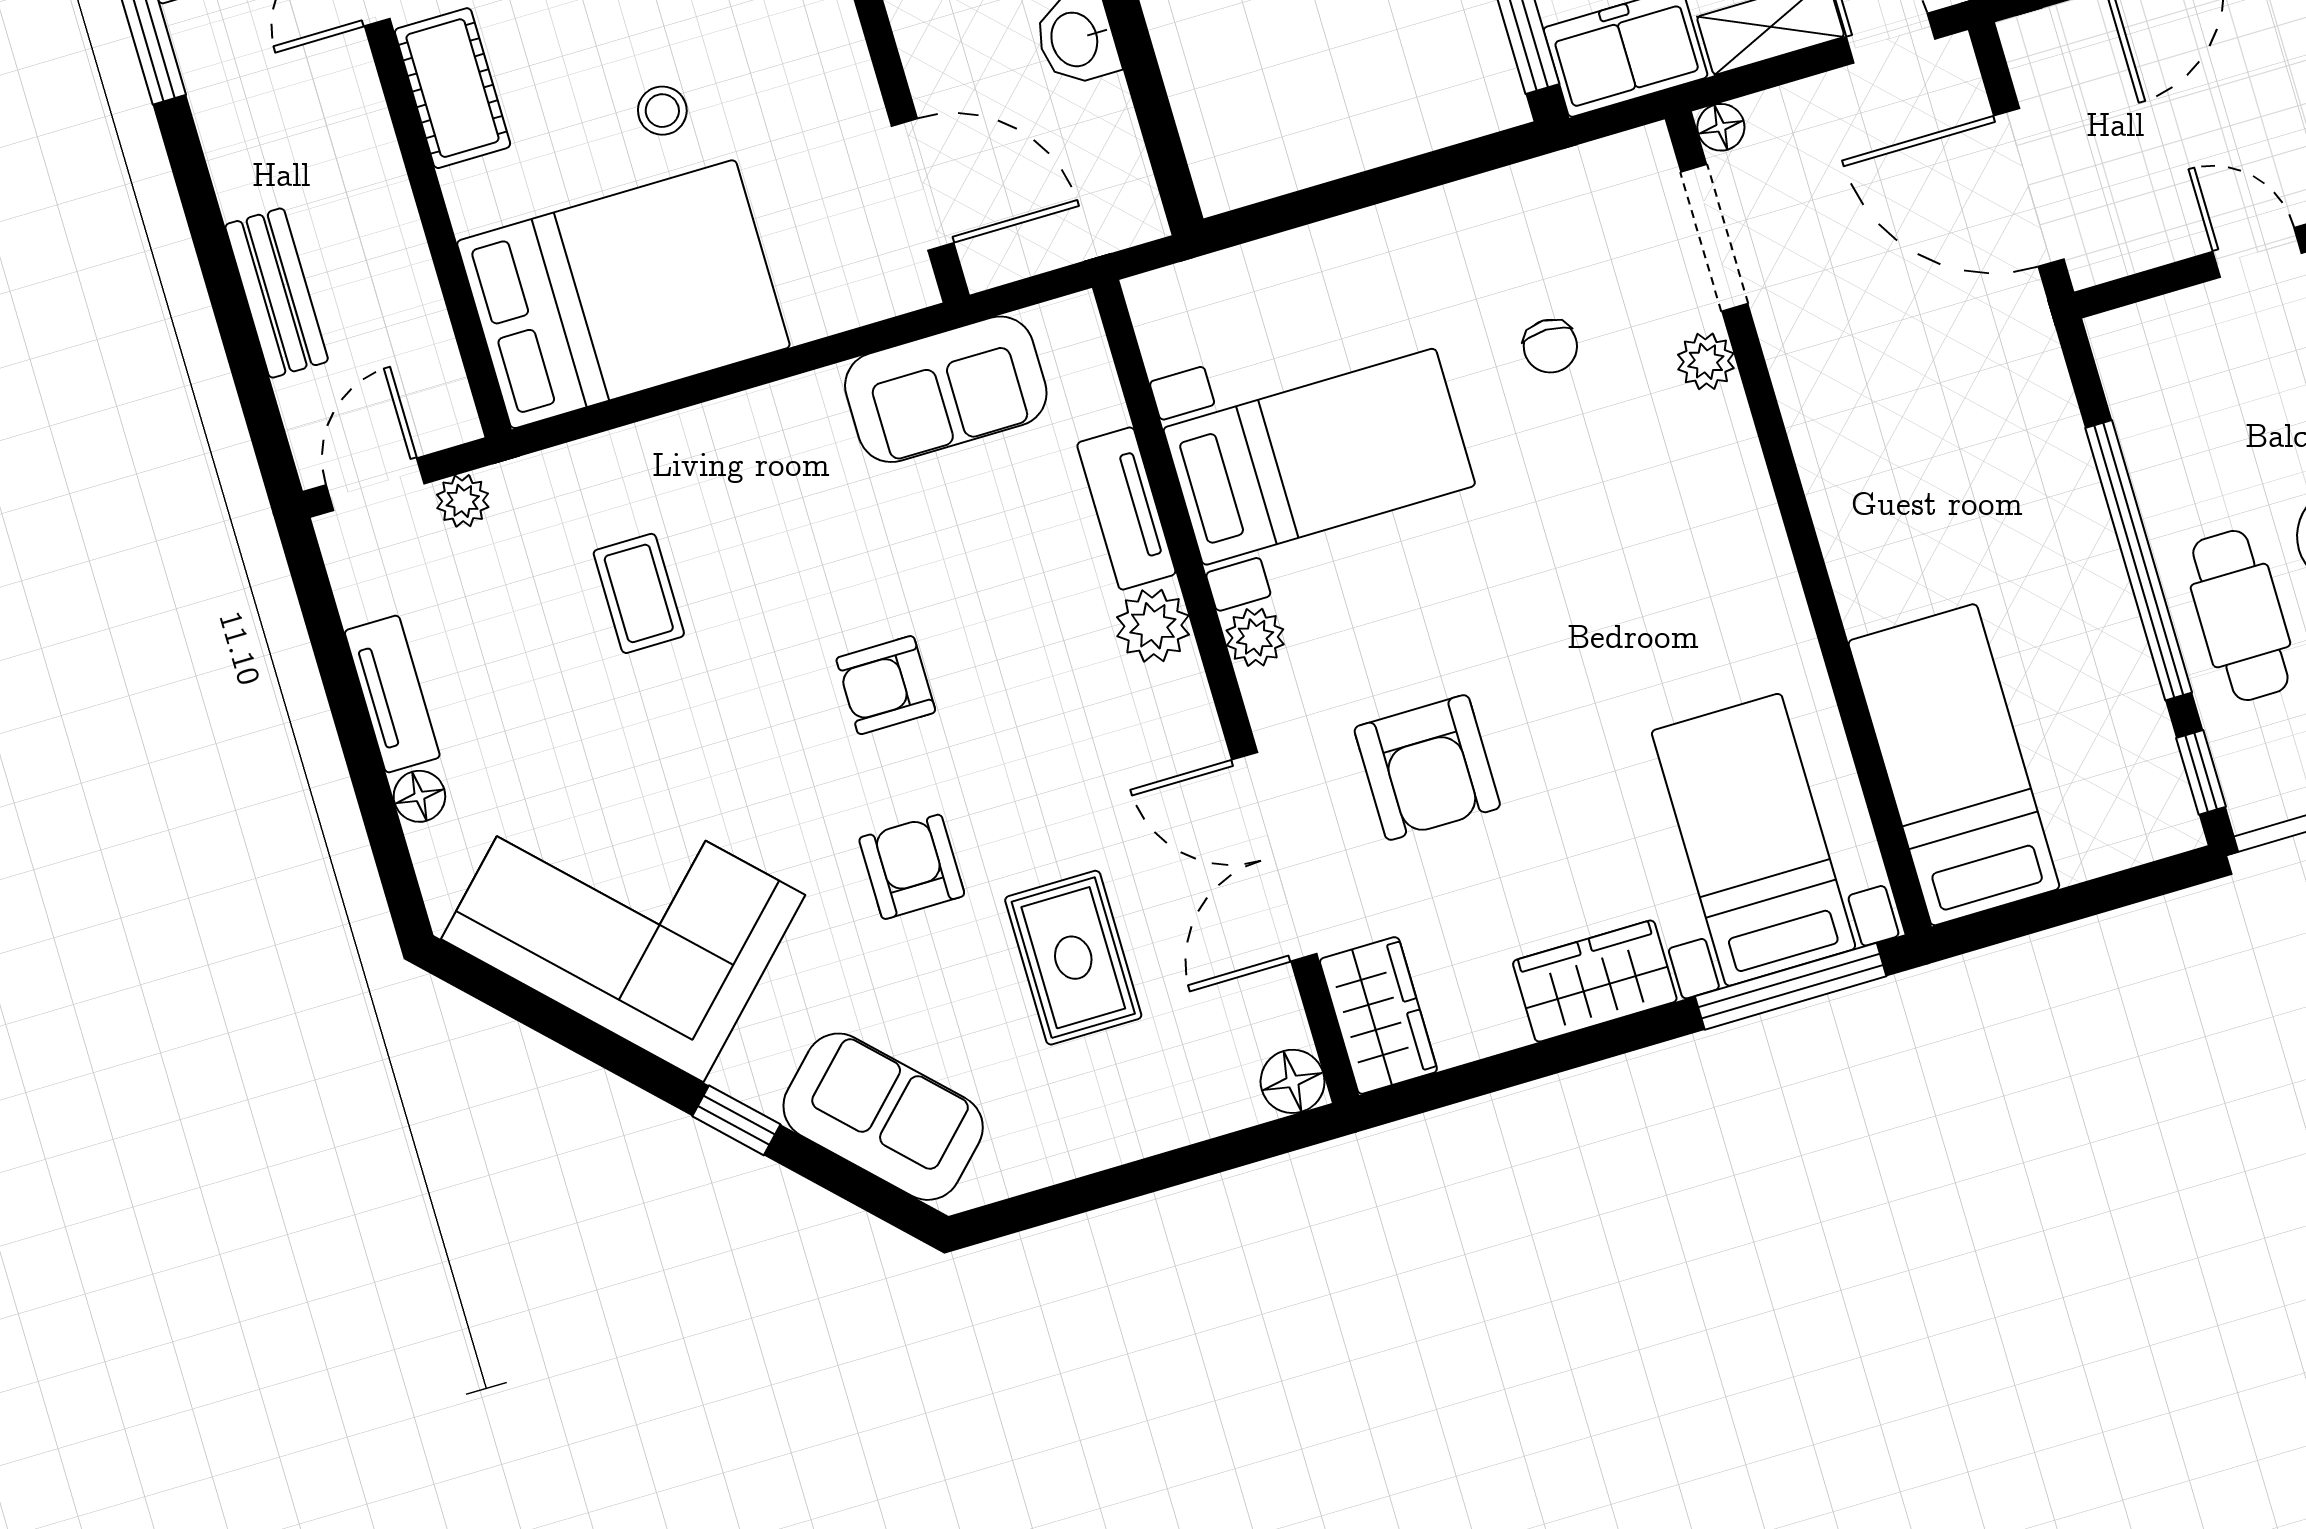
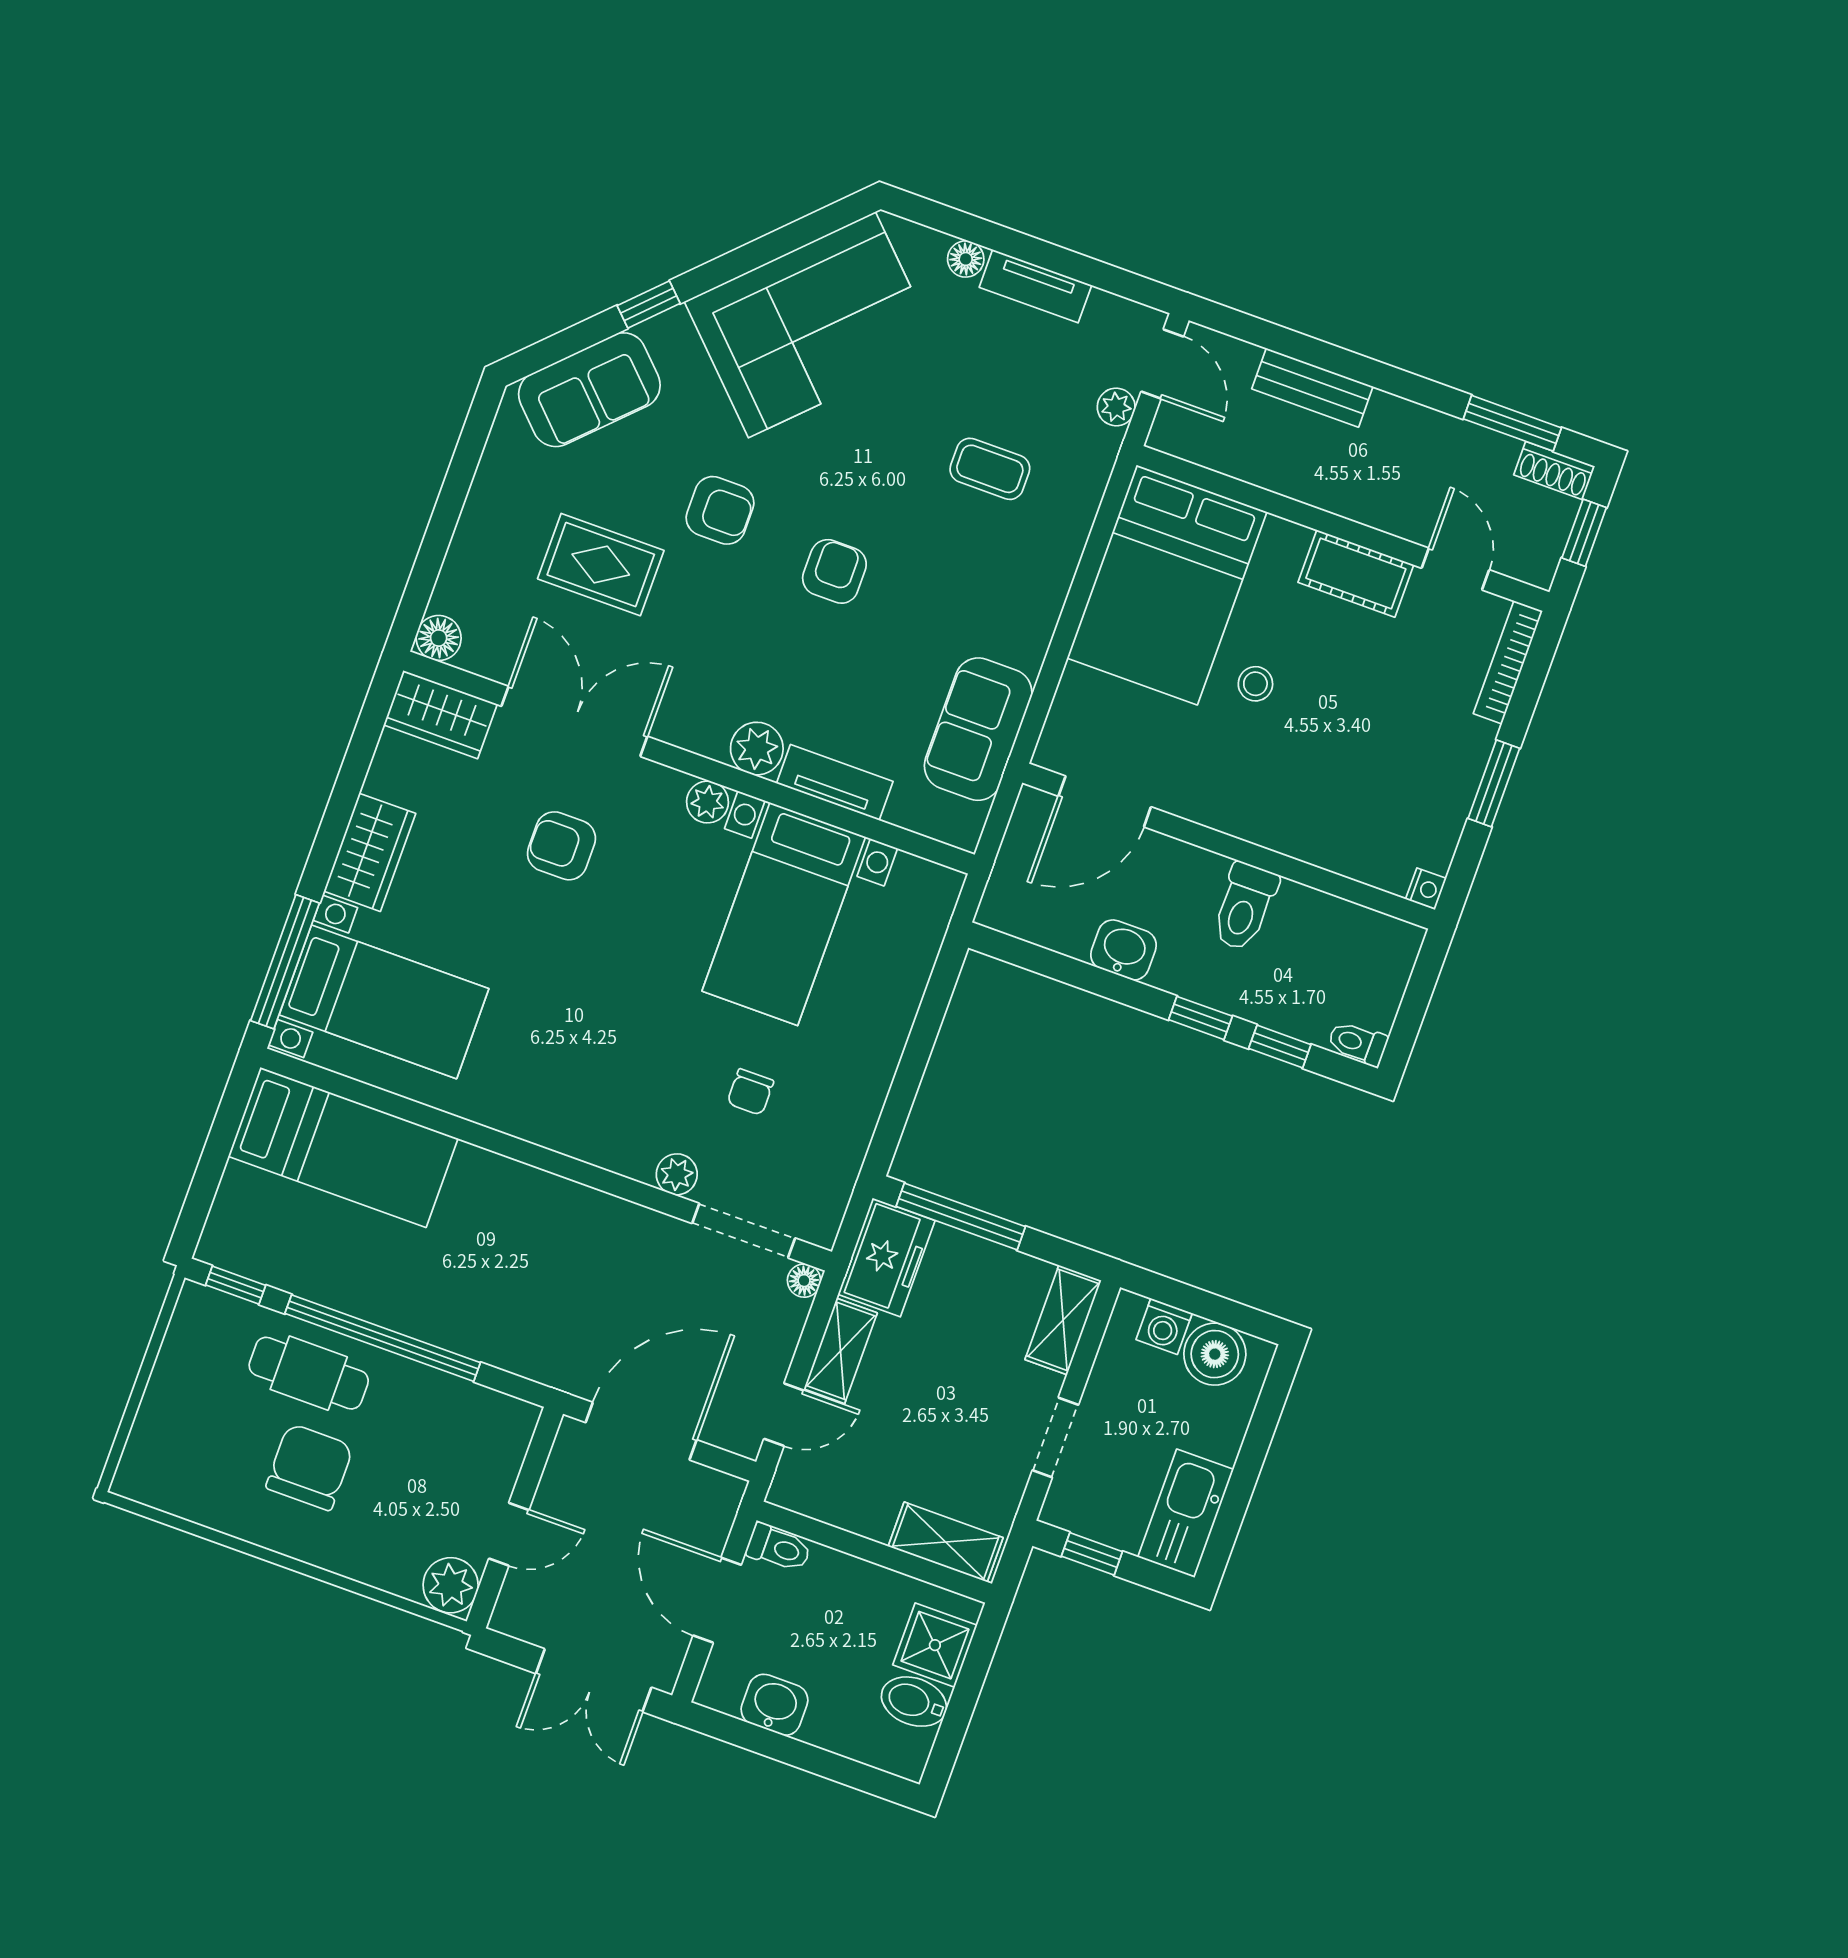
chair: (1550, 346) -> (750, 1092), turned -90
armchair: (1427, 767) -> (561, 846), width x0.72, depth x0.72

